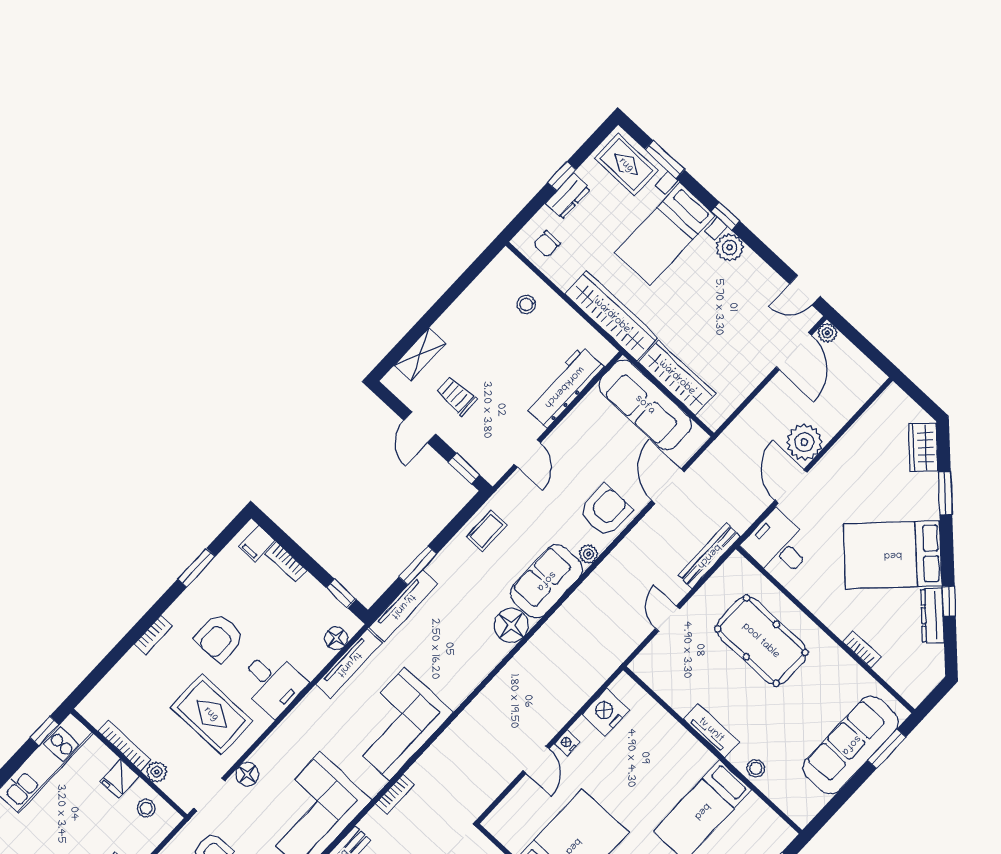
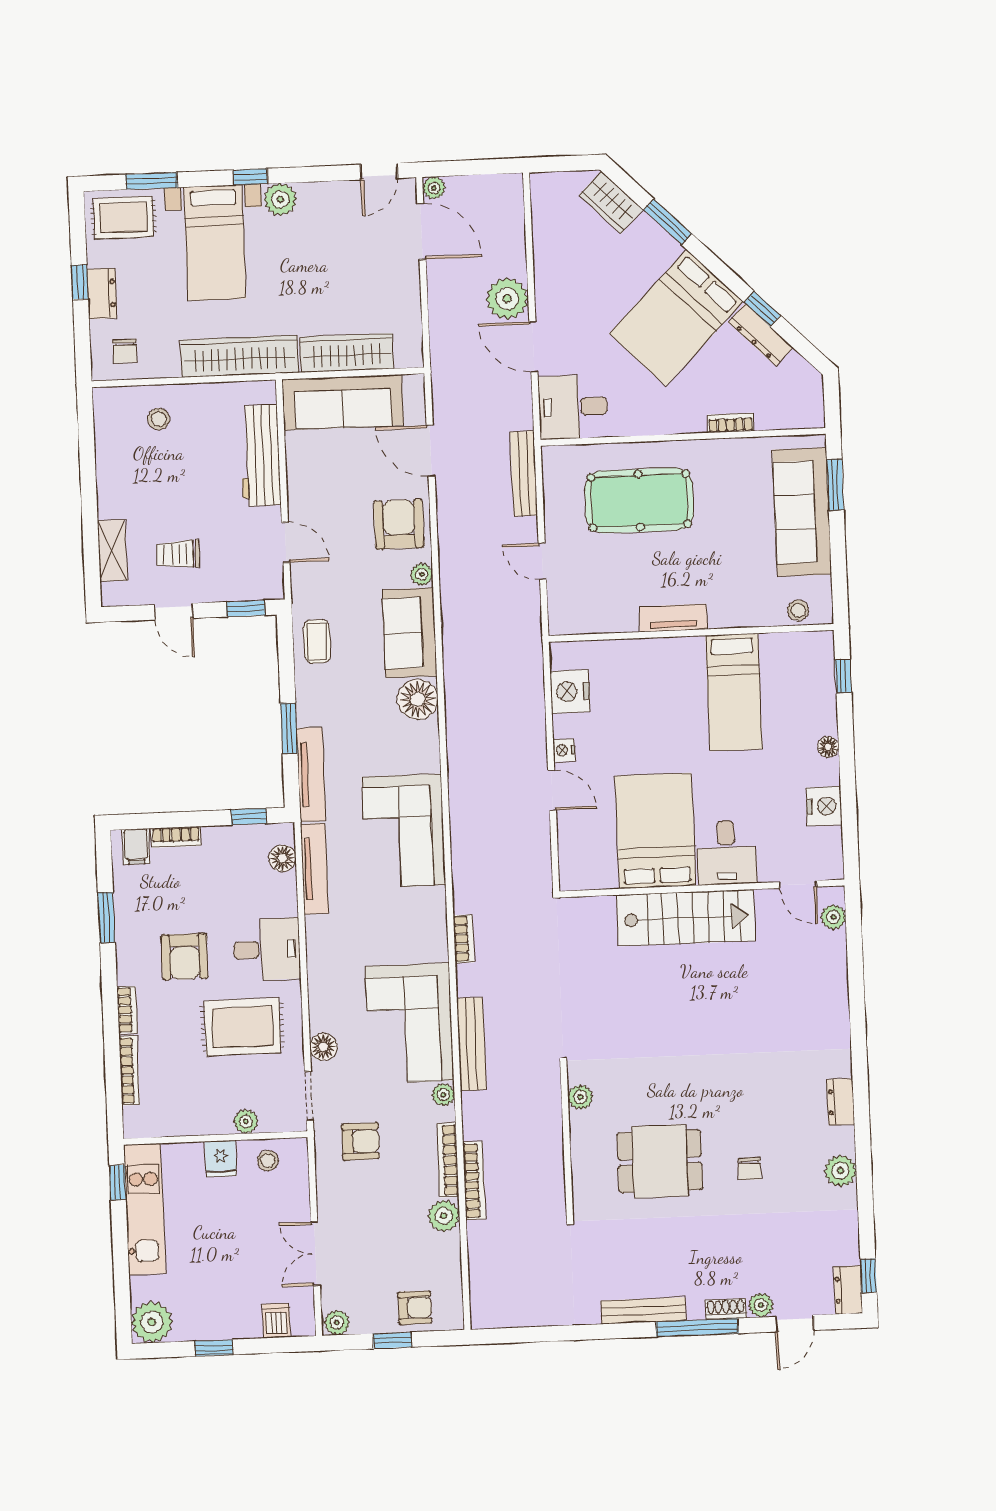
corner sofa: (397, 724) -> (404, 831), moved
bookcase: (124, 746) -> (129, 1071), moved, turned 90
stool: (756, 768) -> (798, 610), moved

